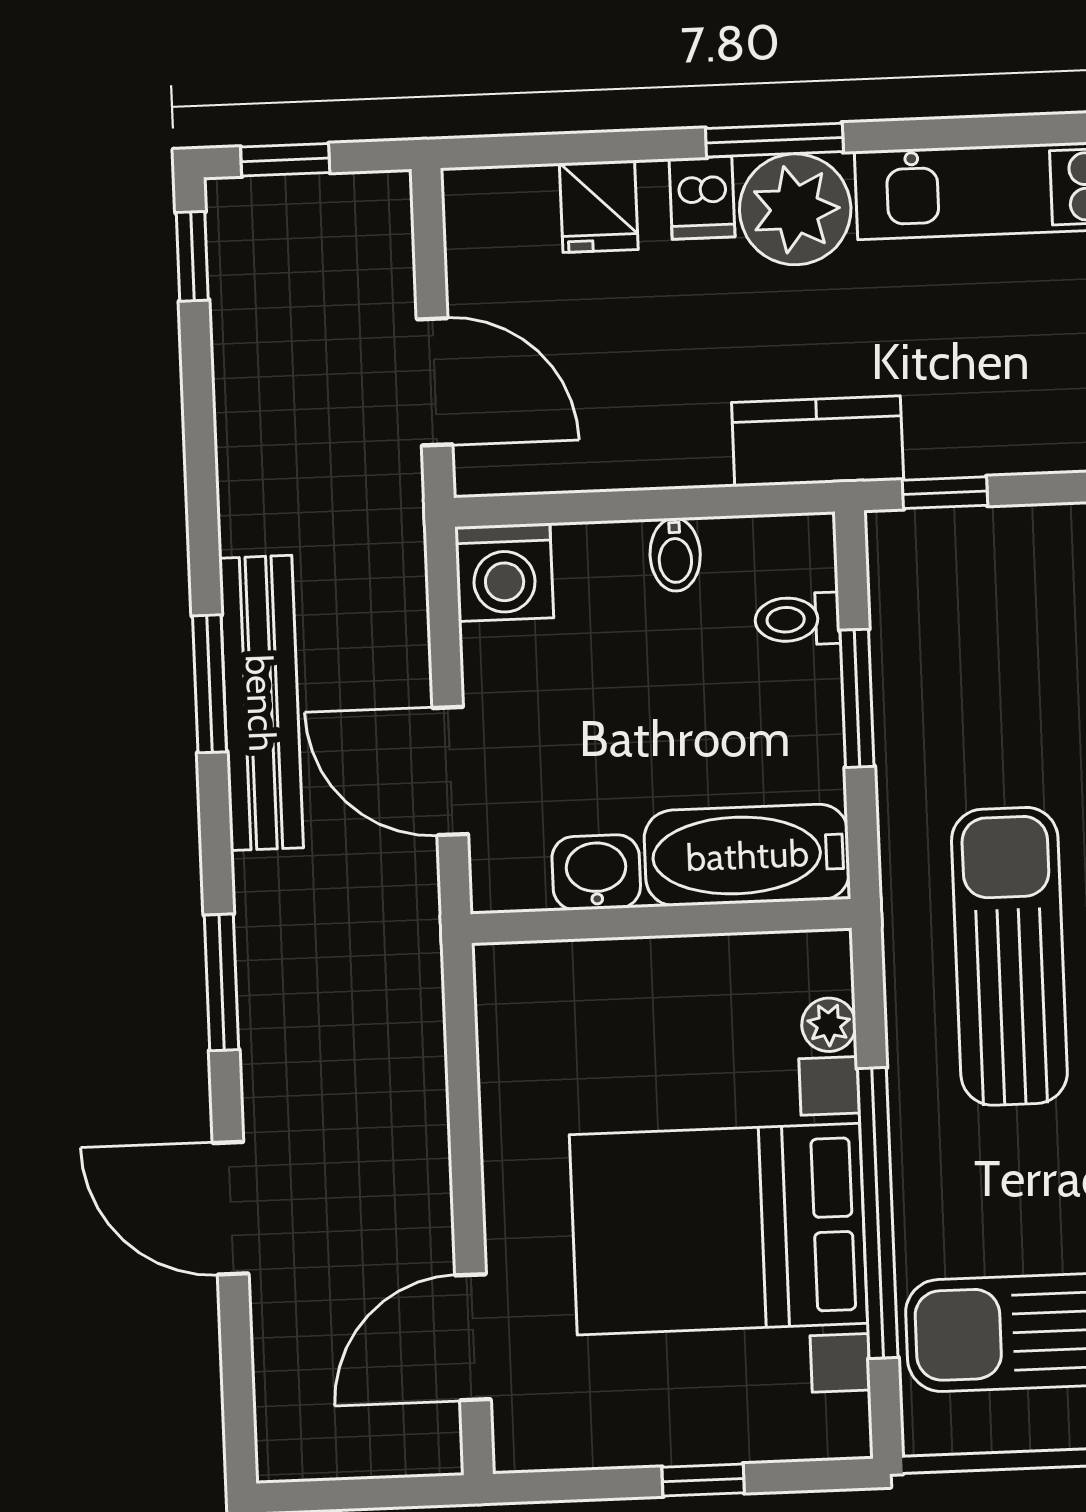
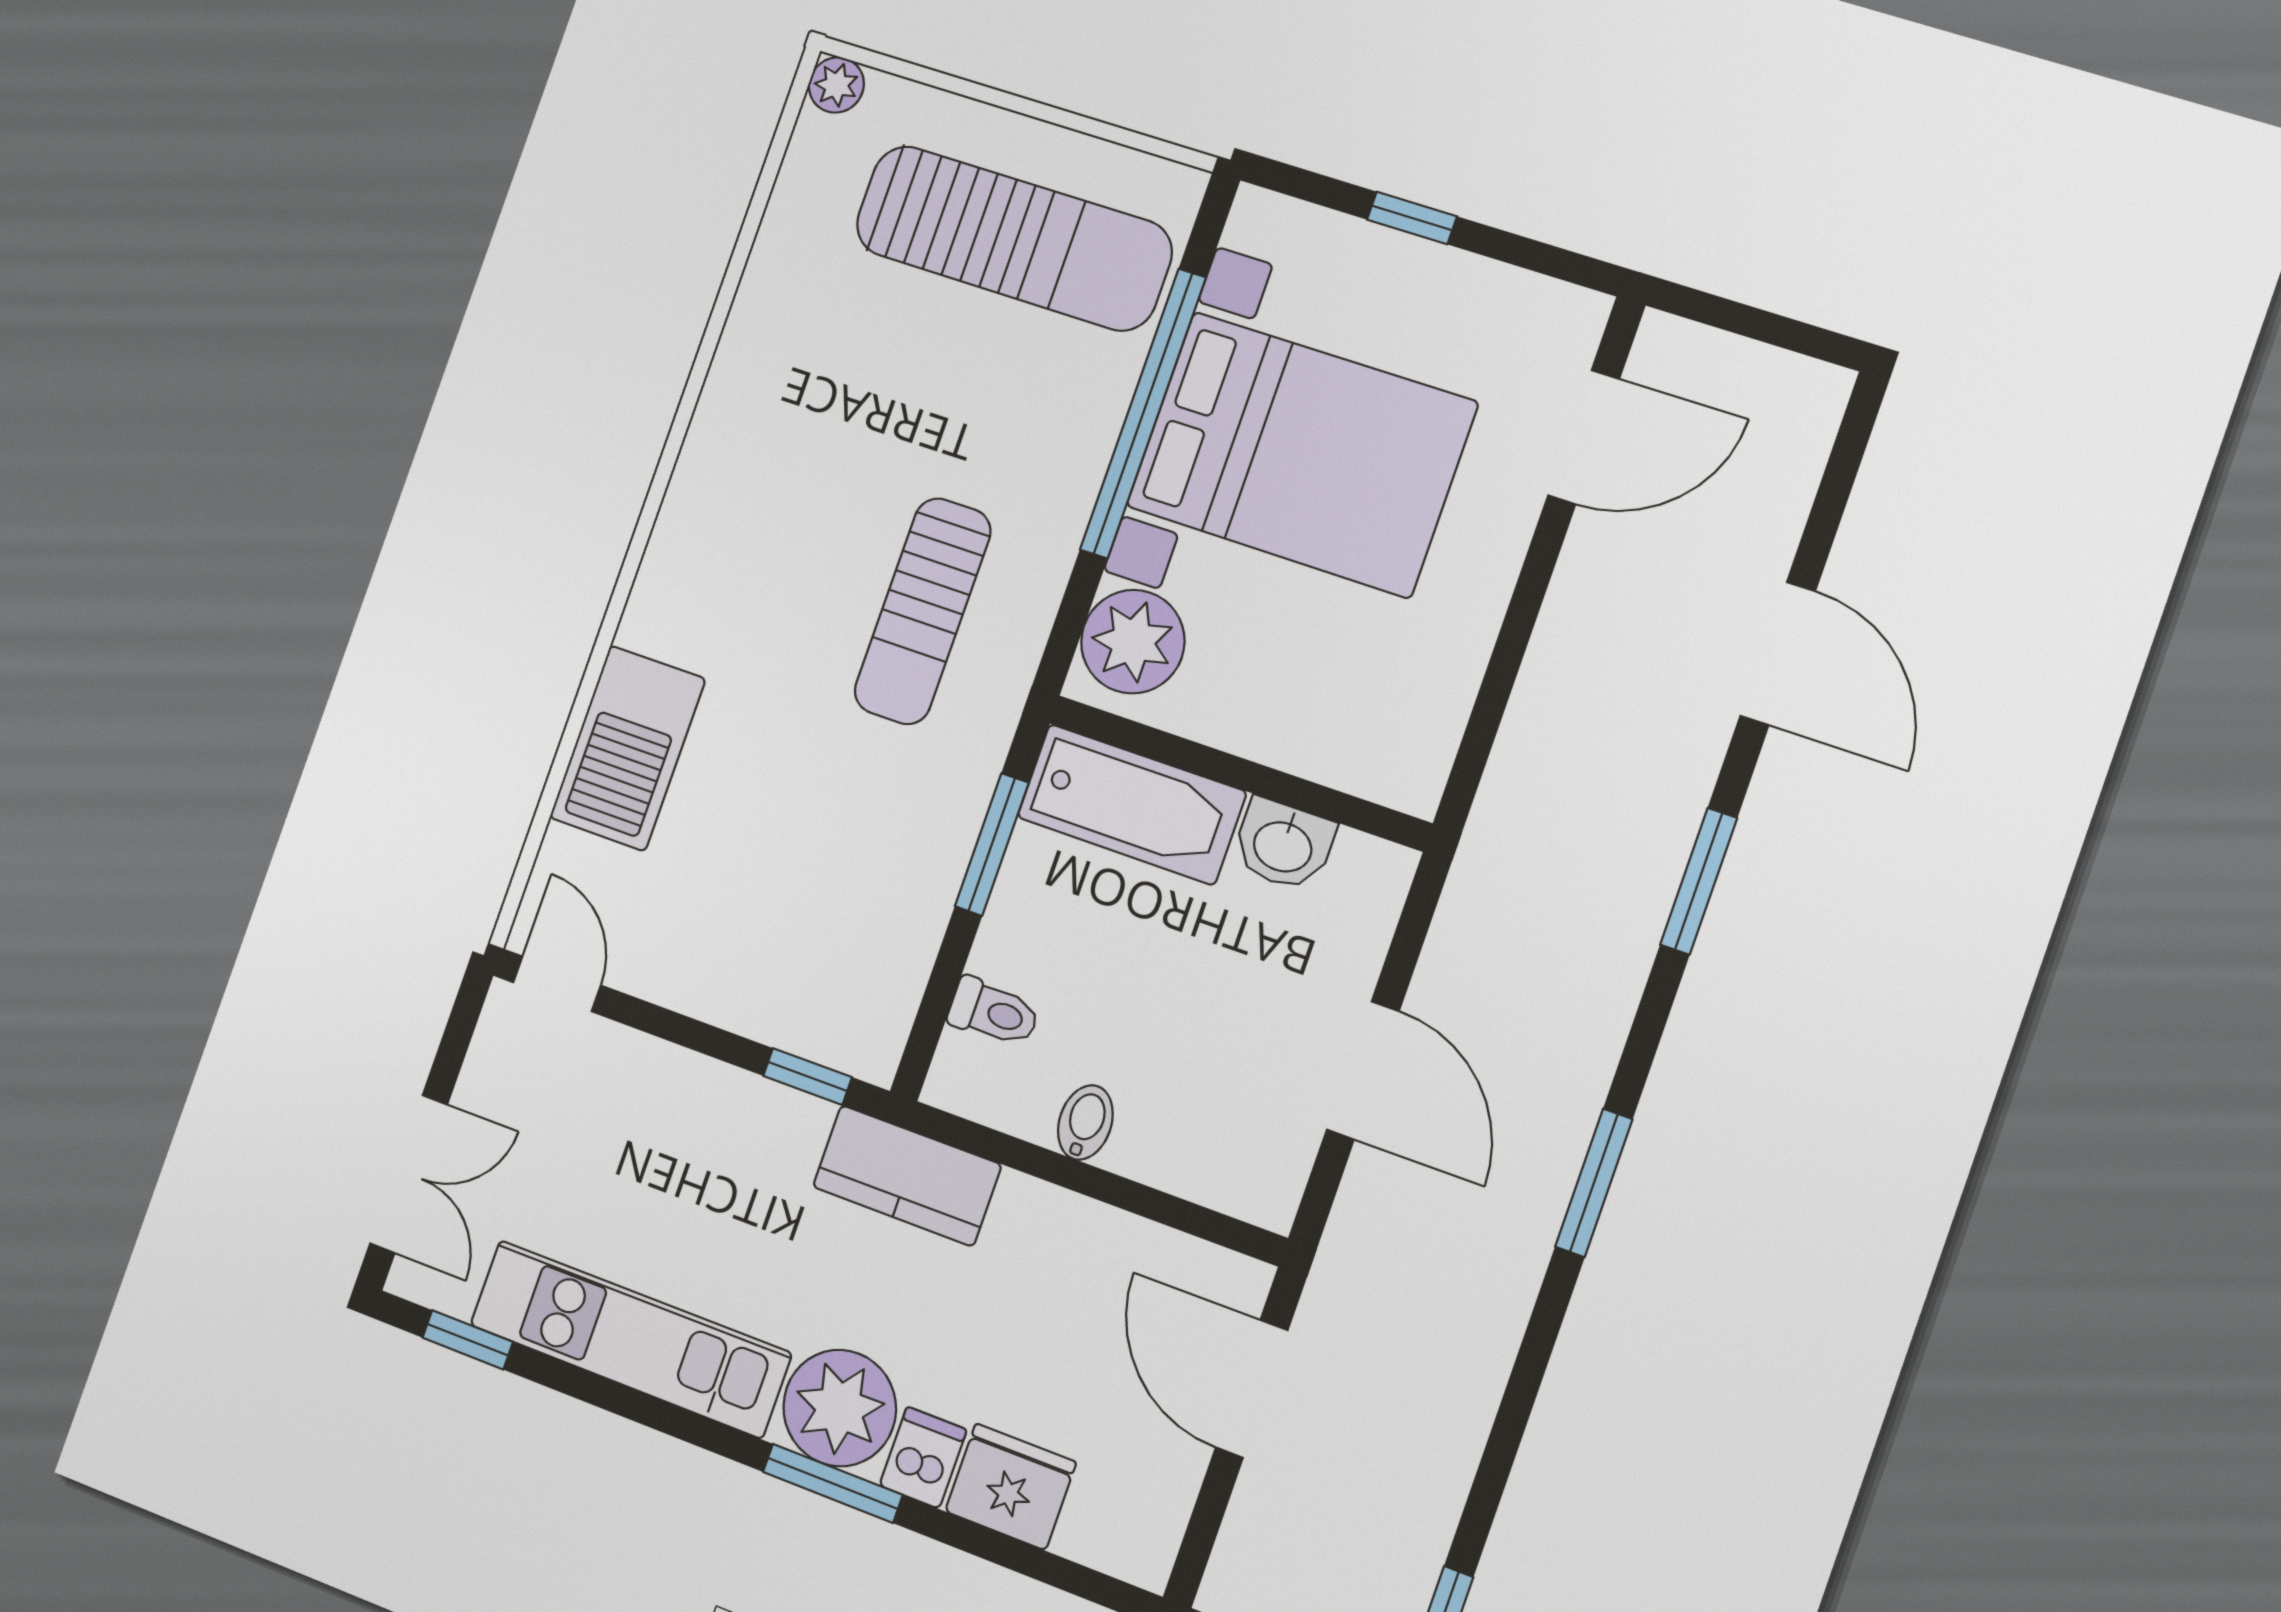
fridge: (599, 206) -> (1011, 1487), width x1.38
washing machine: (504, 572) -> (1257, 1173), removed
window: (857, 698) -> (992, 844), moved
bench: (261, 703) -> (1549, 1143), removed
door: (450, 771) -> (1363, 1070), moved
sun lounger: (1009, 956) -> (923, 611), width x0.73, depth x0.75
plant: (829, 1025) -> (1133, 642), width x1.87, depth x1.87

